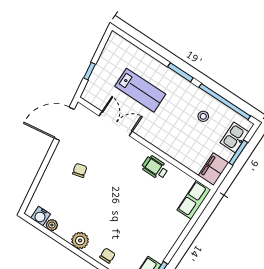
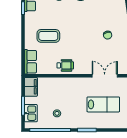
lab bench: (140, 90) -> (103, 104), turned 180
double door: (116, 124) -> (105, 76), swing flipped
coffee table: (152, 217) -> (48, 36), added

